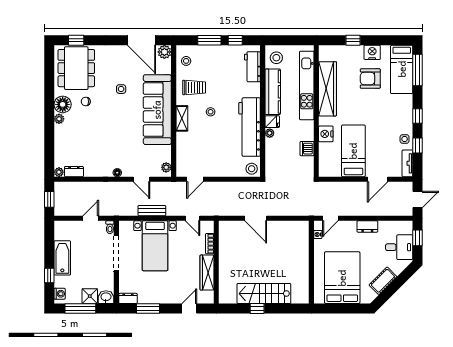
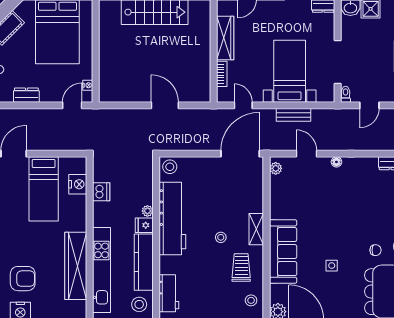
trolley: (194, 87) -> (241, 267), turned 90
sofa: (157, 110) -> (283, 252), width x0.74, depth x0.79
nightstand: (326, 134) -> (78, 184), moved
door: (195, 179) -> (240, 154), width x1.87

